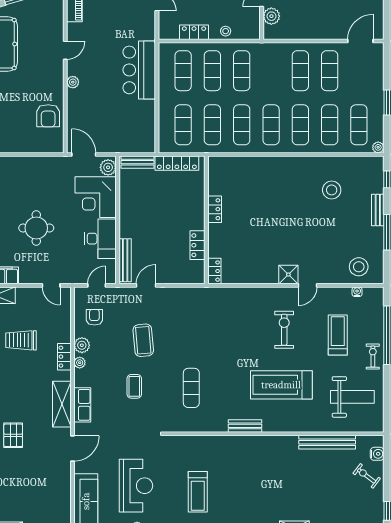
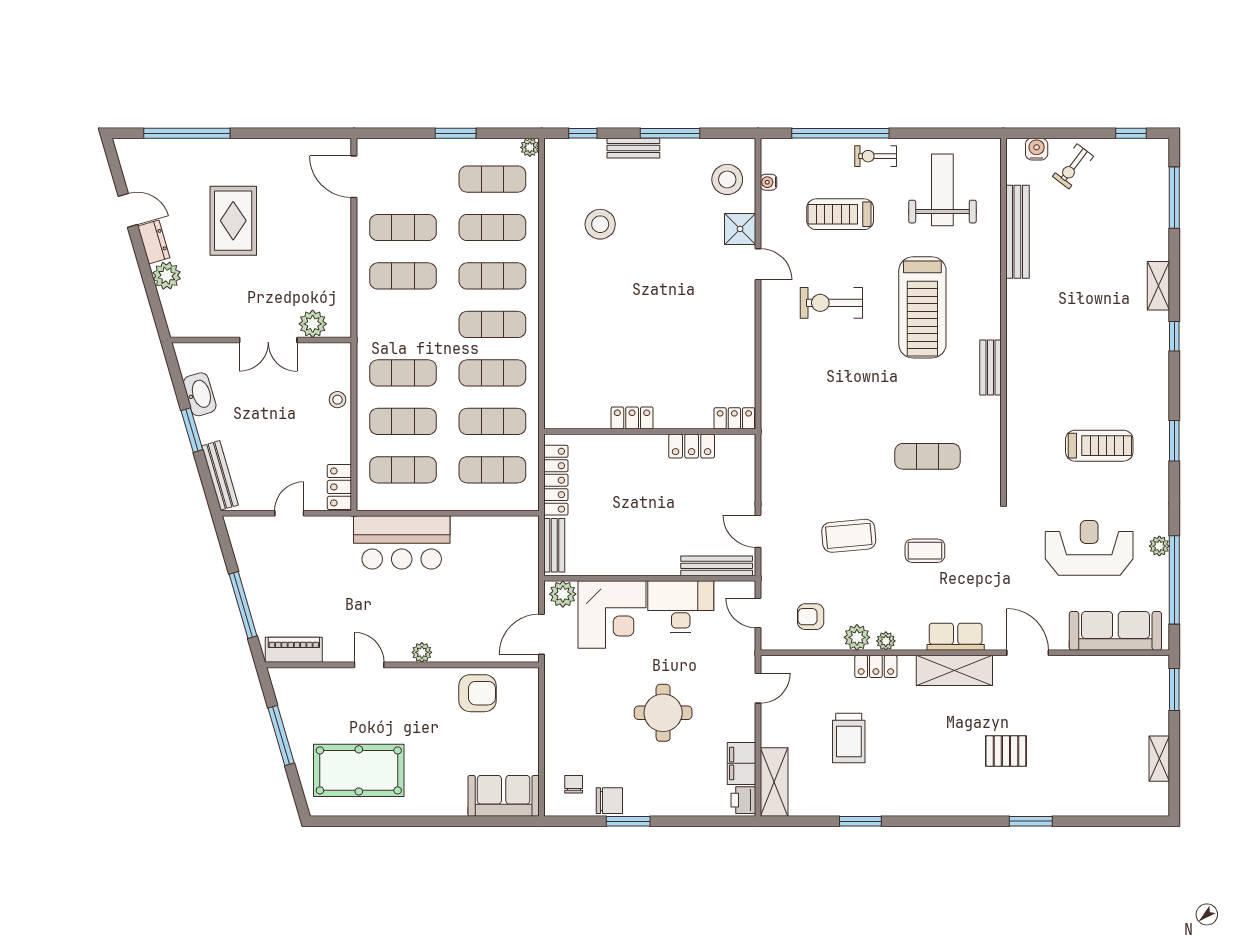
locker: (194, 32) -> (339, 487), moved
shower: (288, 275) -> (740, 229), moved

